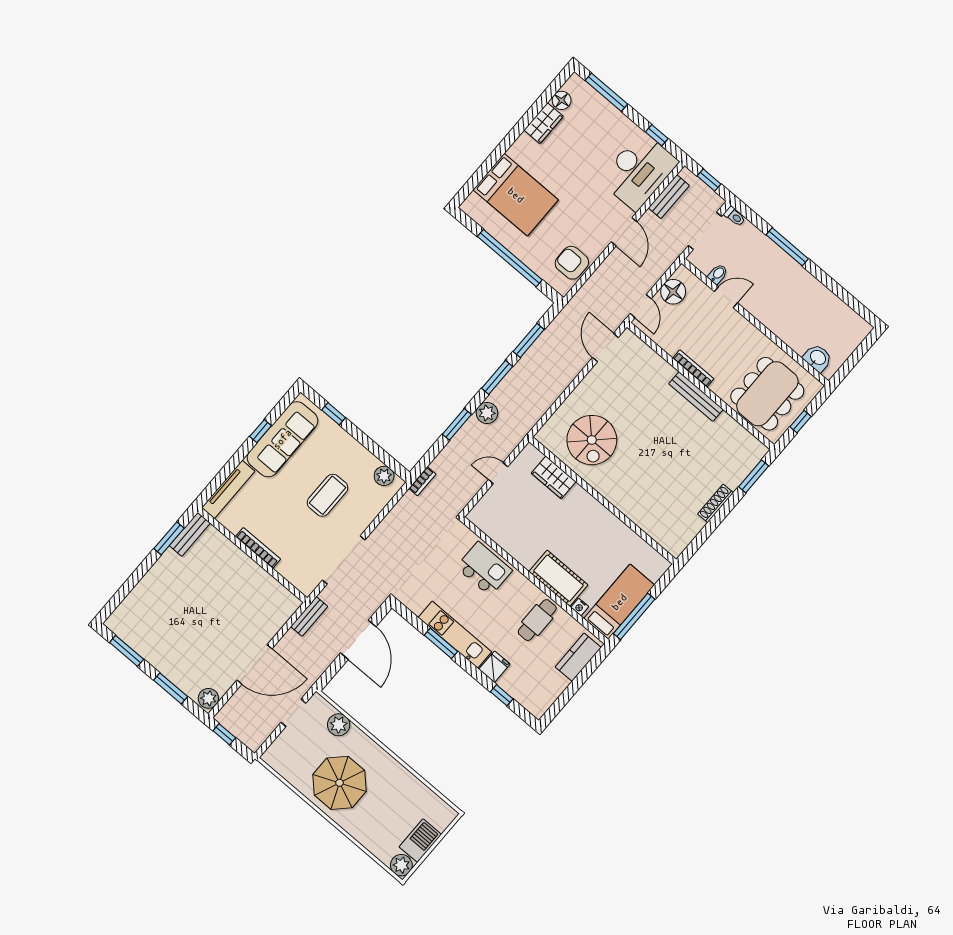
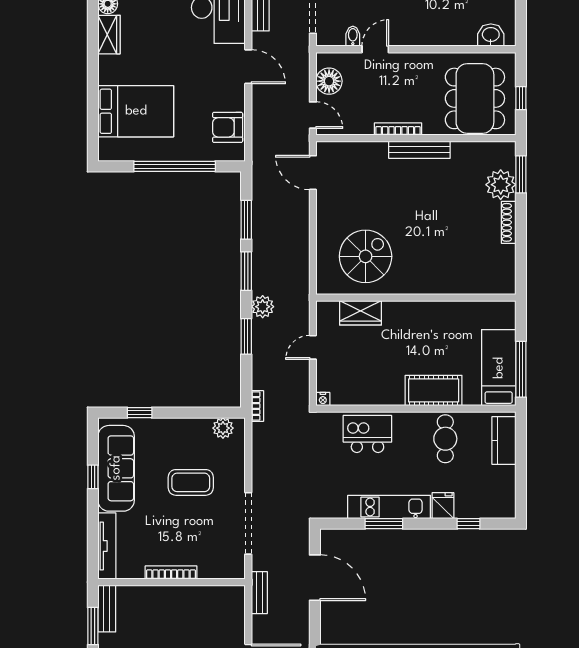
spiral stairs: (592, 440) -> (366, 256), turned -90
plant: (733, 472) -> (501, 185), added
coffee table: (328, 495) -> (191, 482), turned 90
nightstand: (580, 607) -> (323, 399), moved

